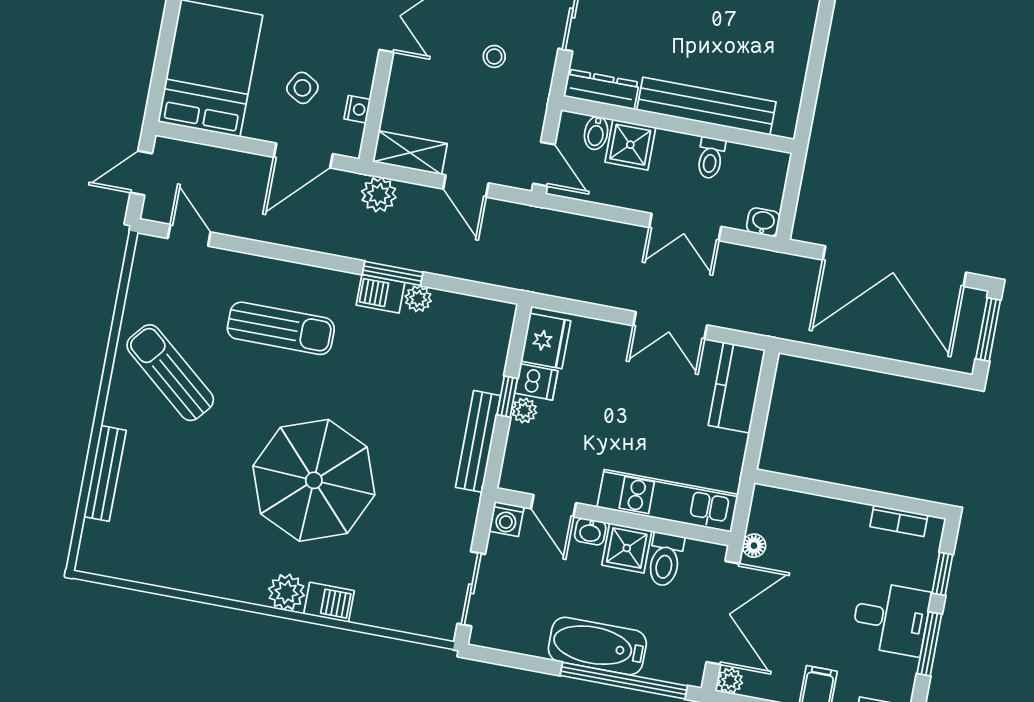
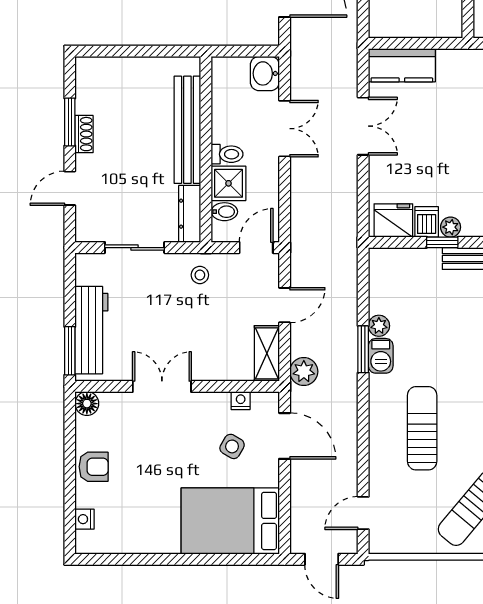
stool: (494, 56) -> (200, 275), moved
toilet: (711, 158) -> (227, 154), moved
washbasin: (763, 222) -> (265, 73), width x1.38, depth x1.45

